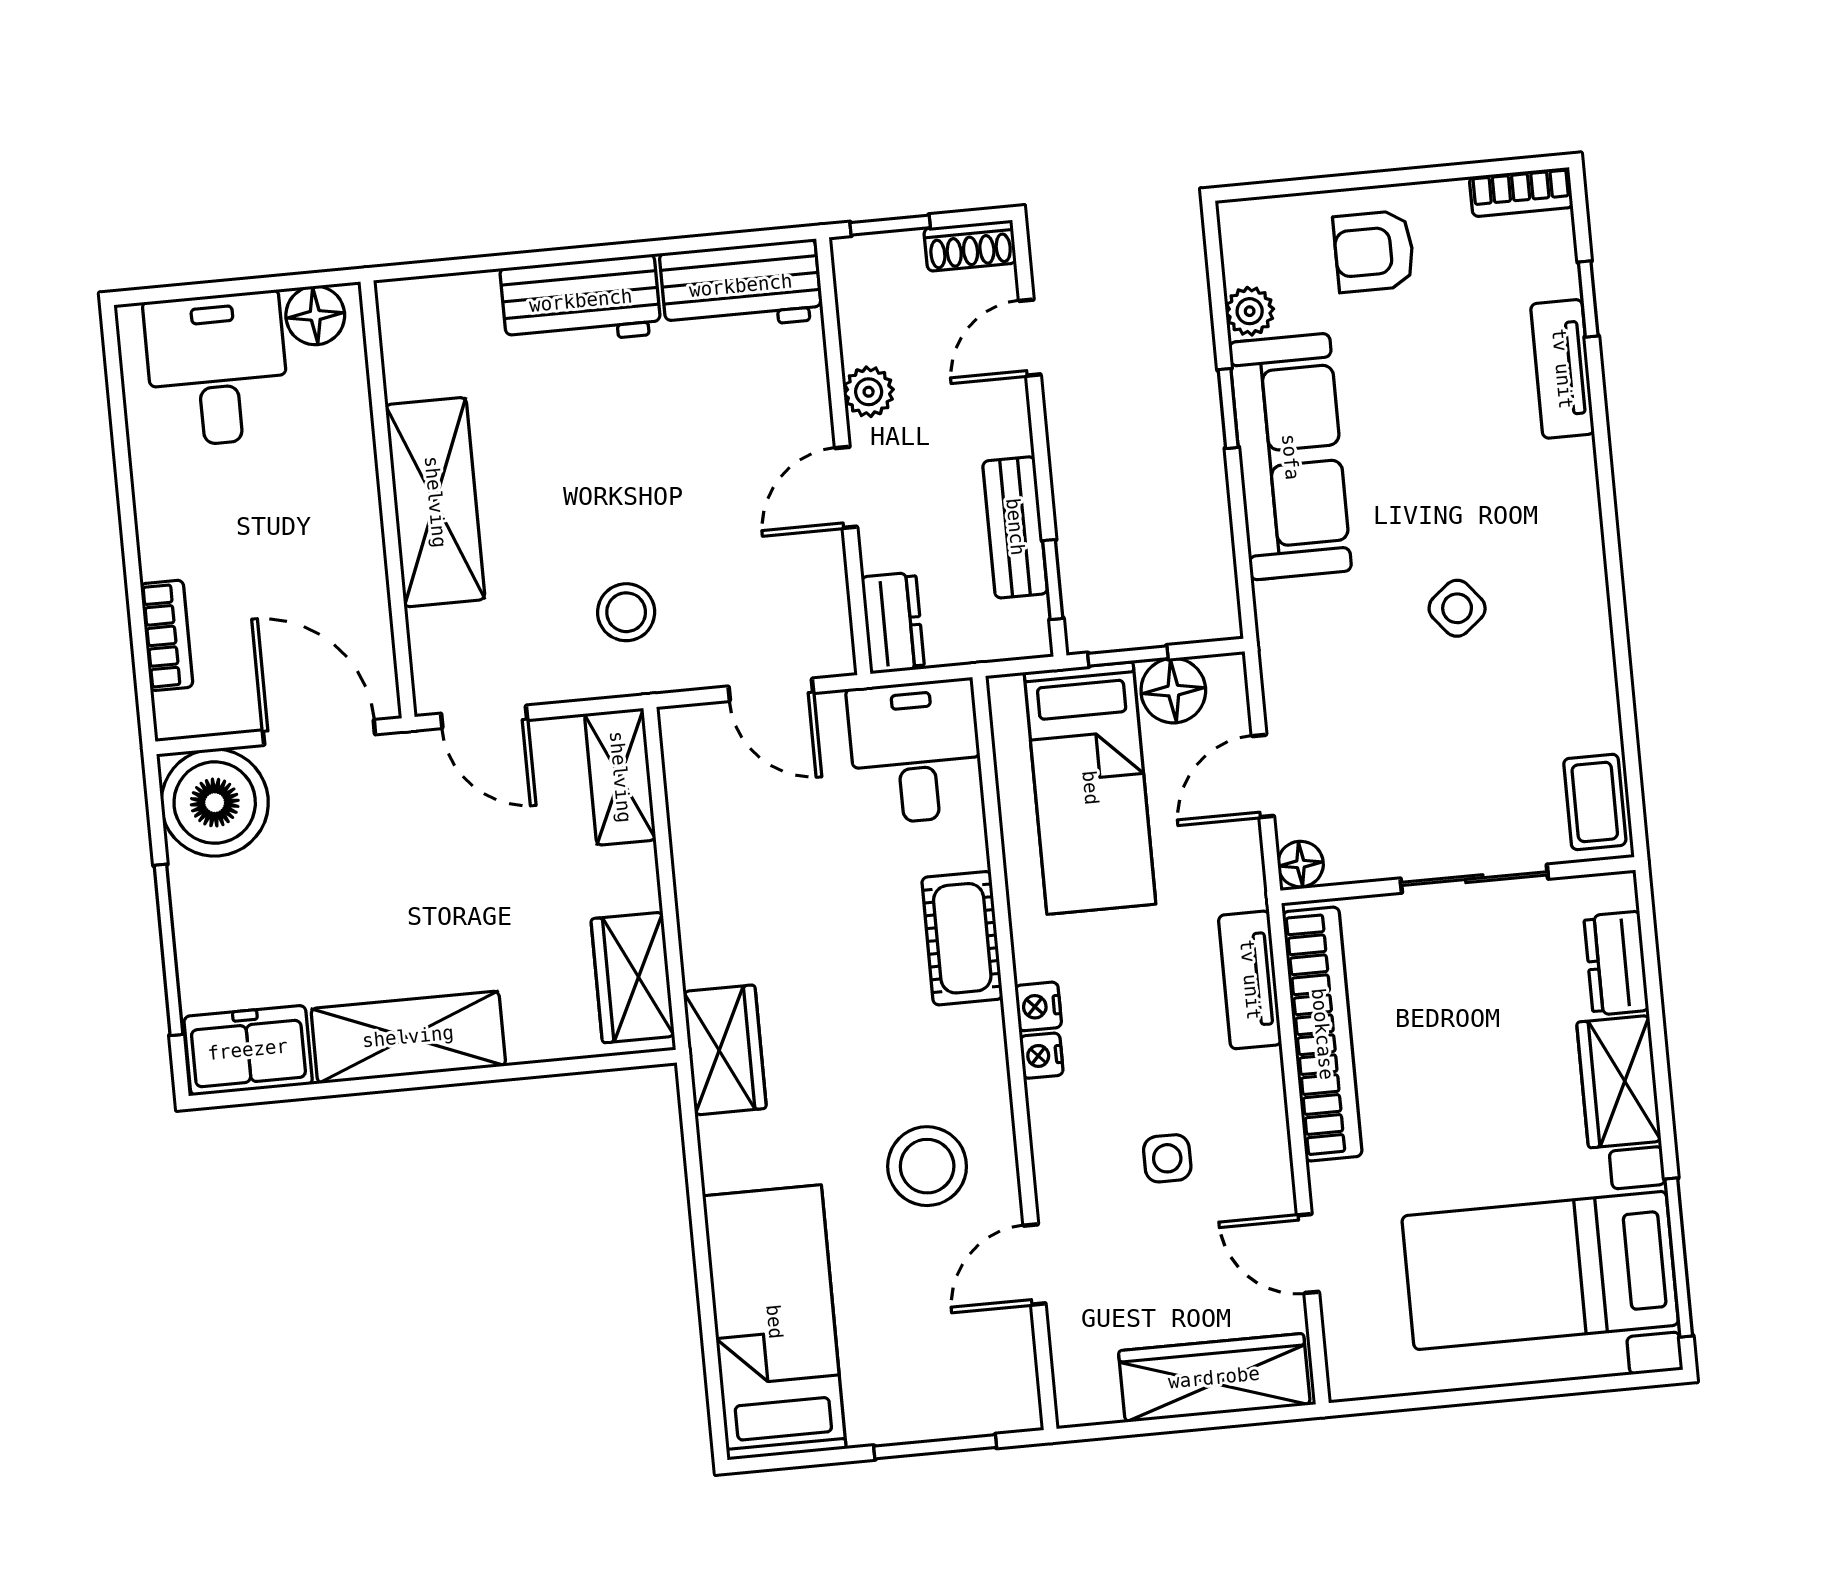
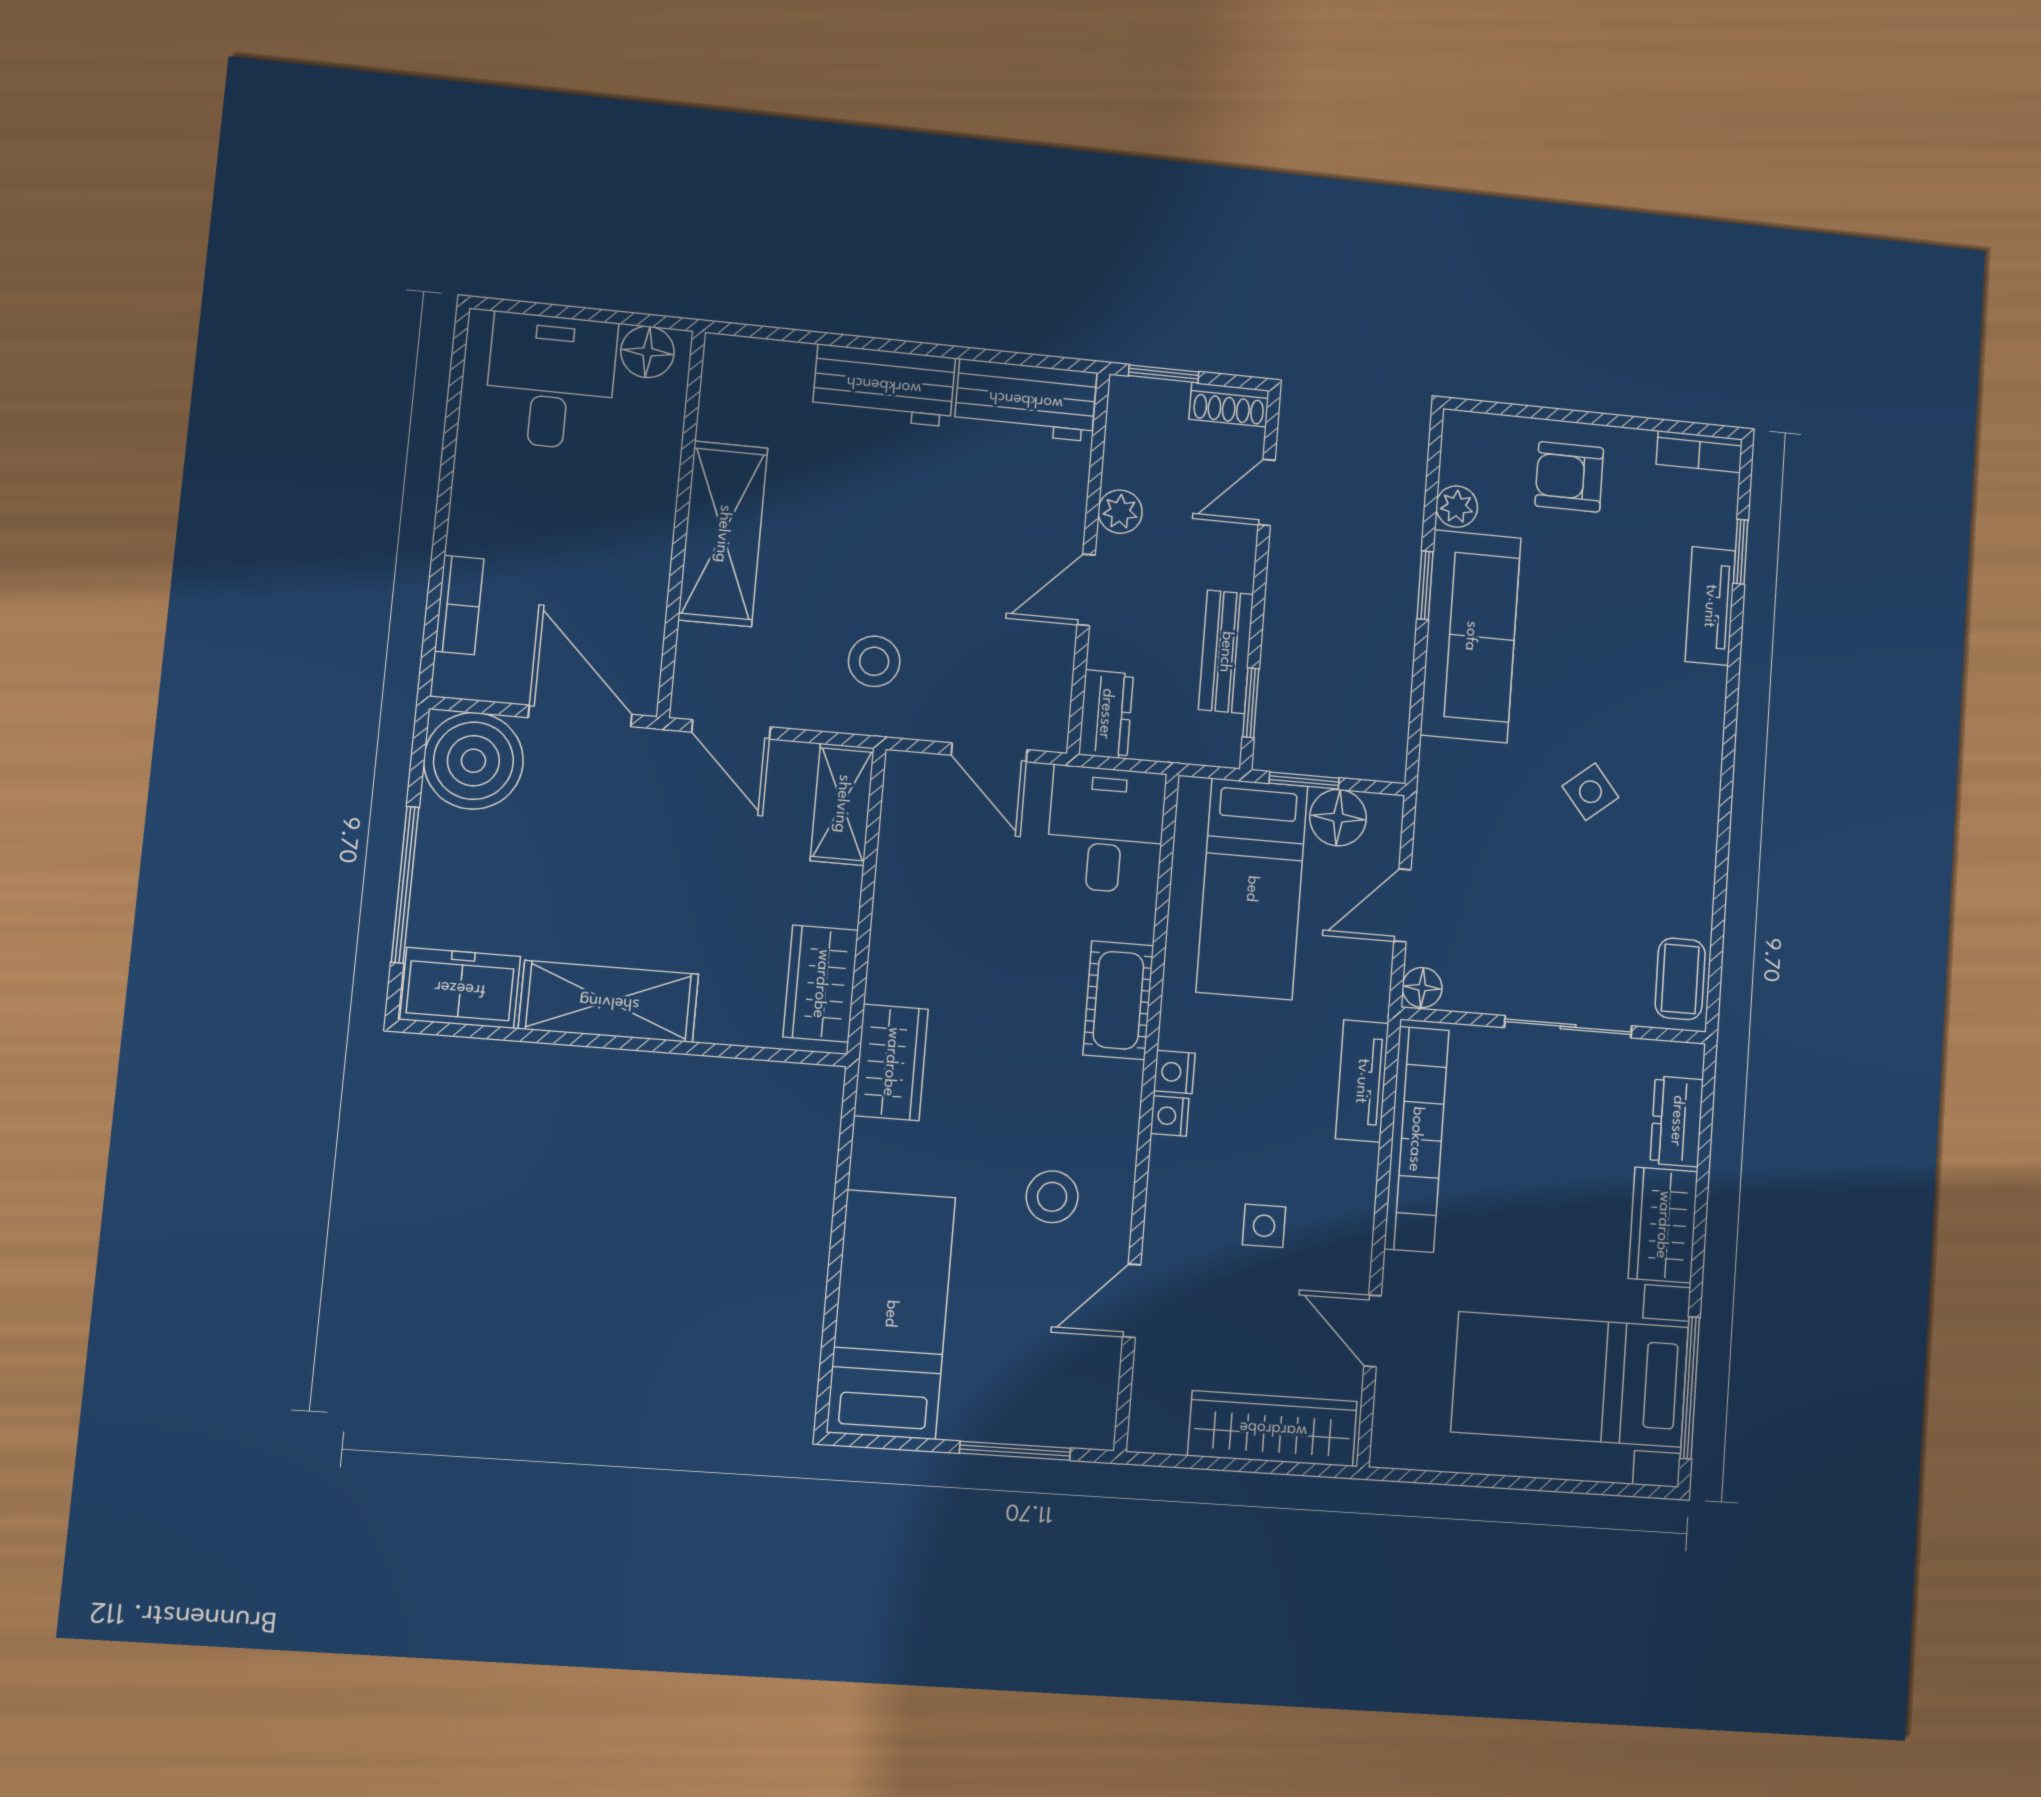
stool: (927, 1166) -> (1052, 1197), width x0.73, depth x0.73

